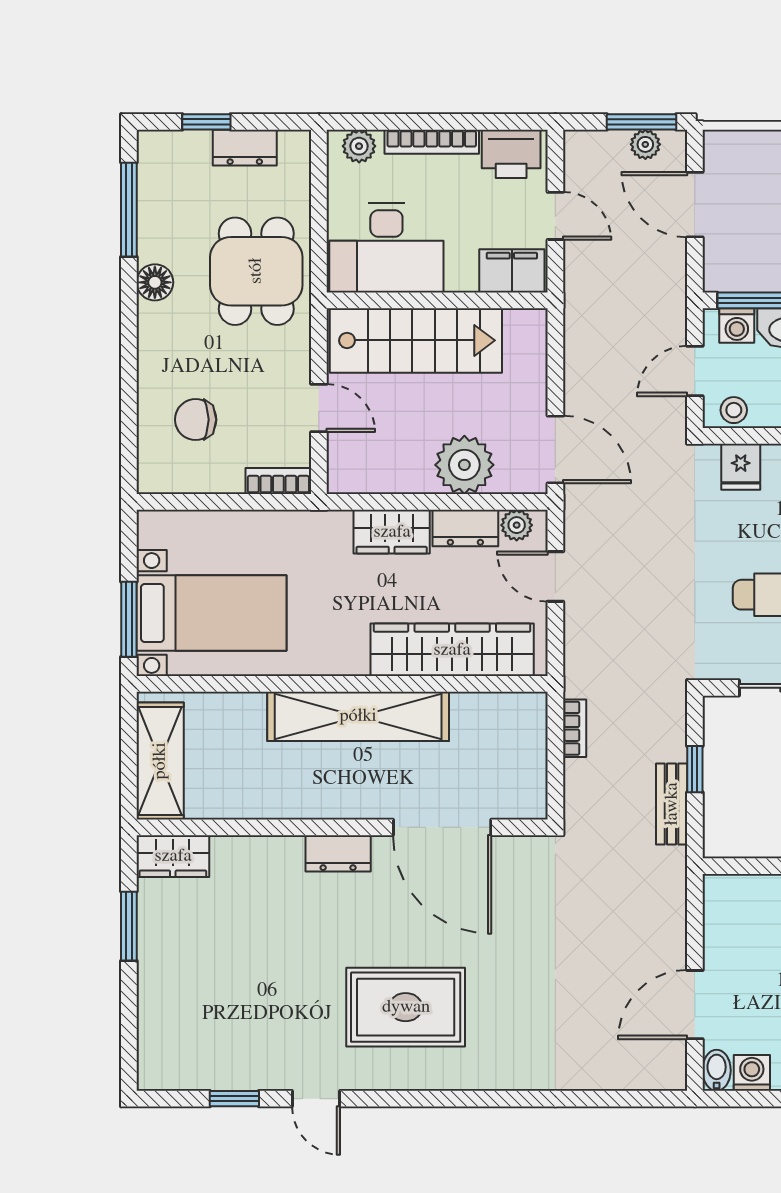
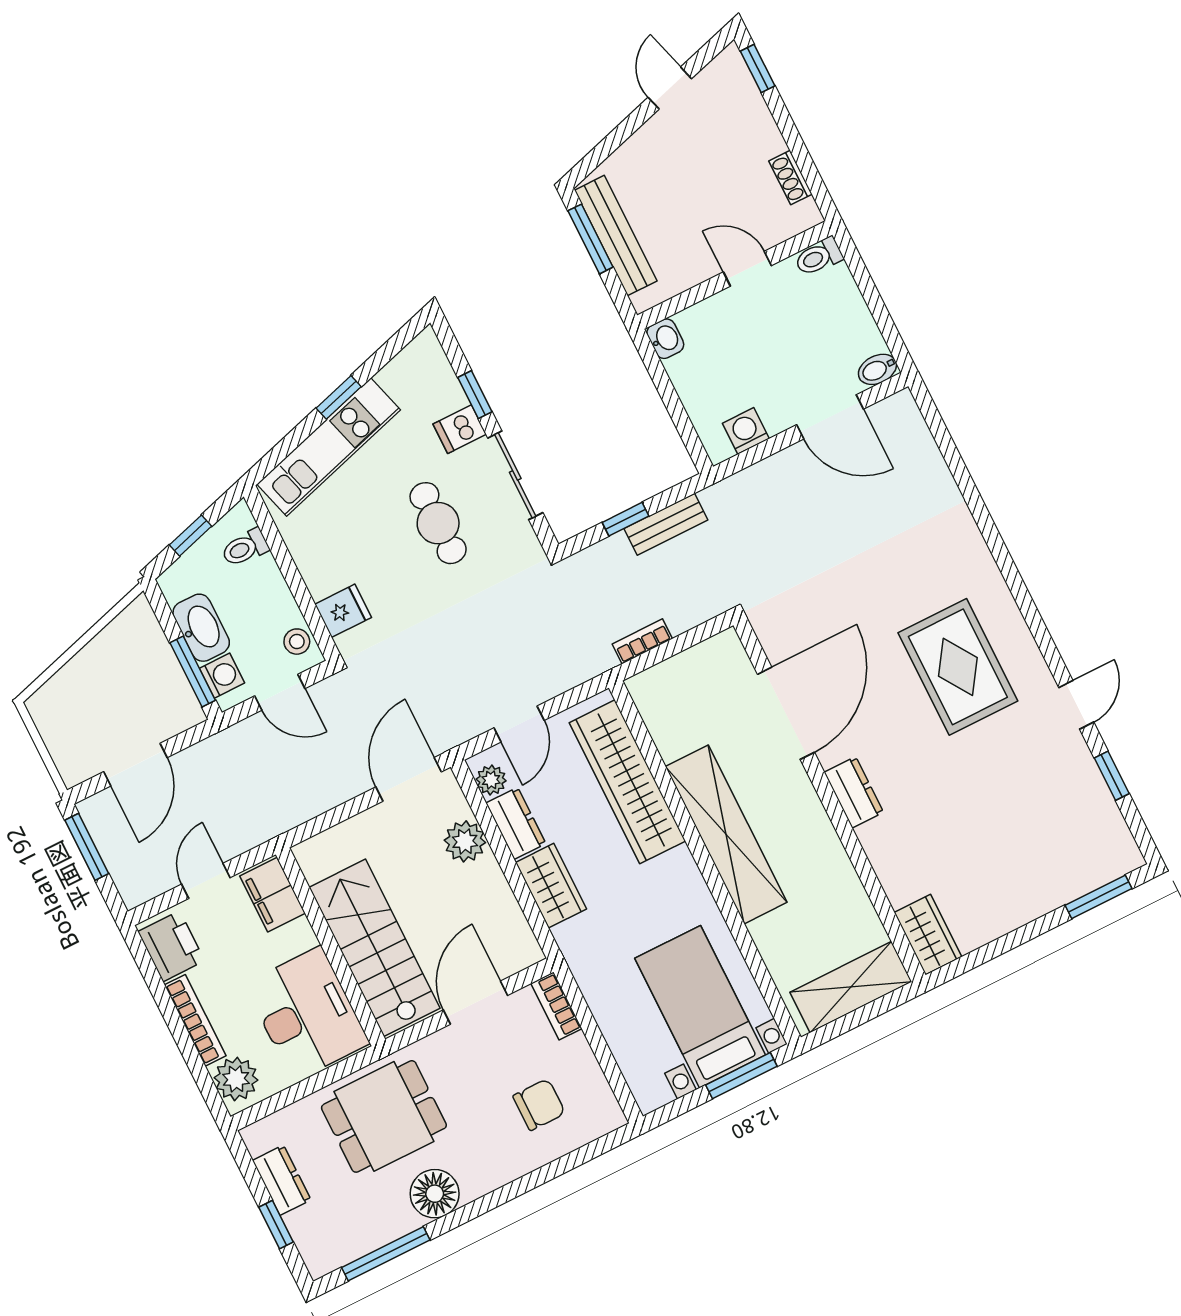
plant: (645, 144) -> (105, 834), removed
plant: (359, 146) -> (236, 1079), width x1.38, depth x1.38
floor lamp: (155, 282) -> (435, 1194), width x1.38, depth x1.38
door: (319, 408) -> (475, 1003), width x1.38
chair: (196, 420) -> (539, 1105), turned -90
plant: (464, 465) -> (465, 841), width x0.73, depth x0.73
window: (129, 926) -> (1099, 897), moved
washing machine: (752, 1073) -> (746, 431), moved, turned 90

